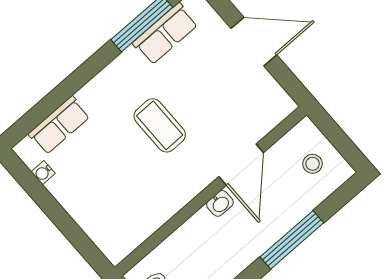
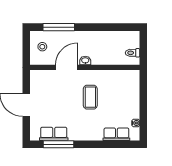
coffee table: (160, 125) -> (90, 97), moved
window: (292, 240) -> (59, 27), moved

